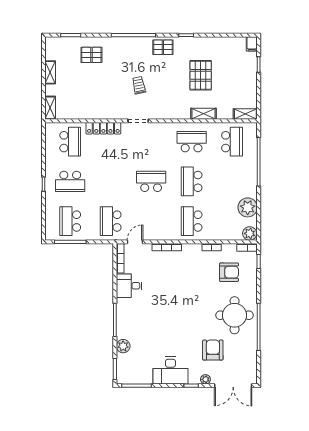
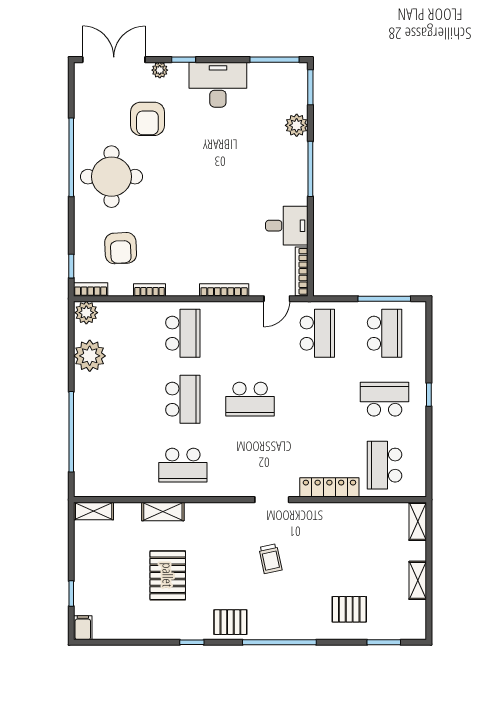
school desk: (232, 142) -> (116, 465), removed
armchair: (229, 272) -> (121, 248), turned -93

